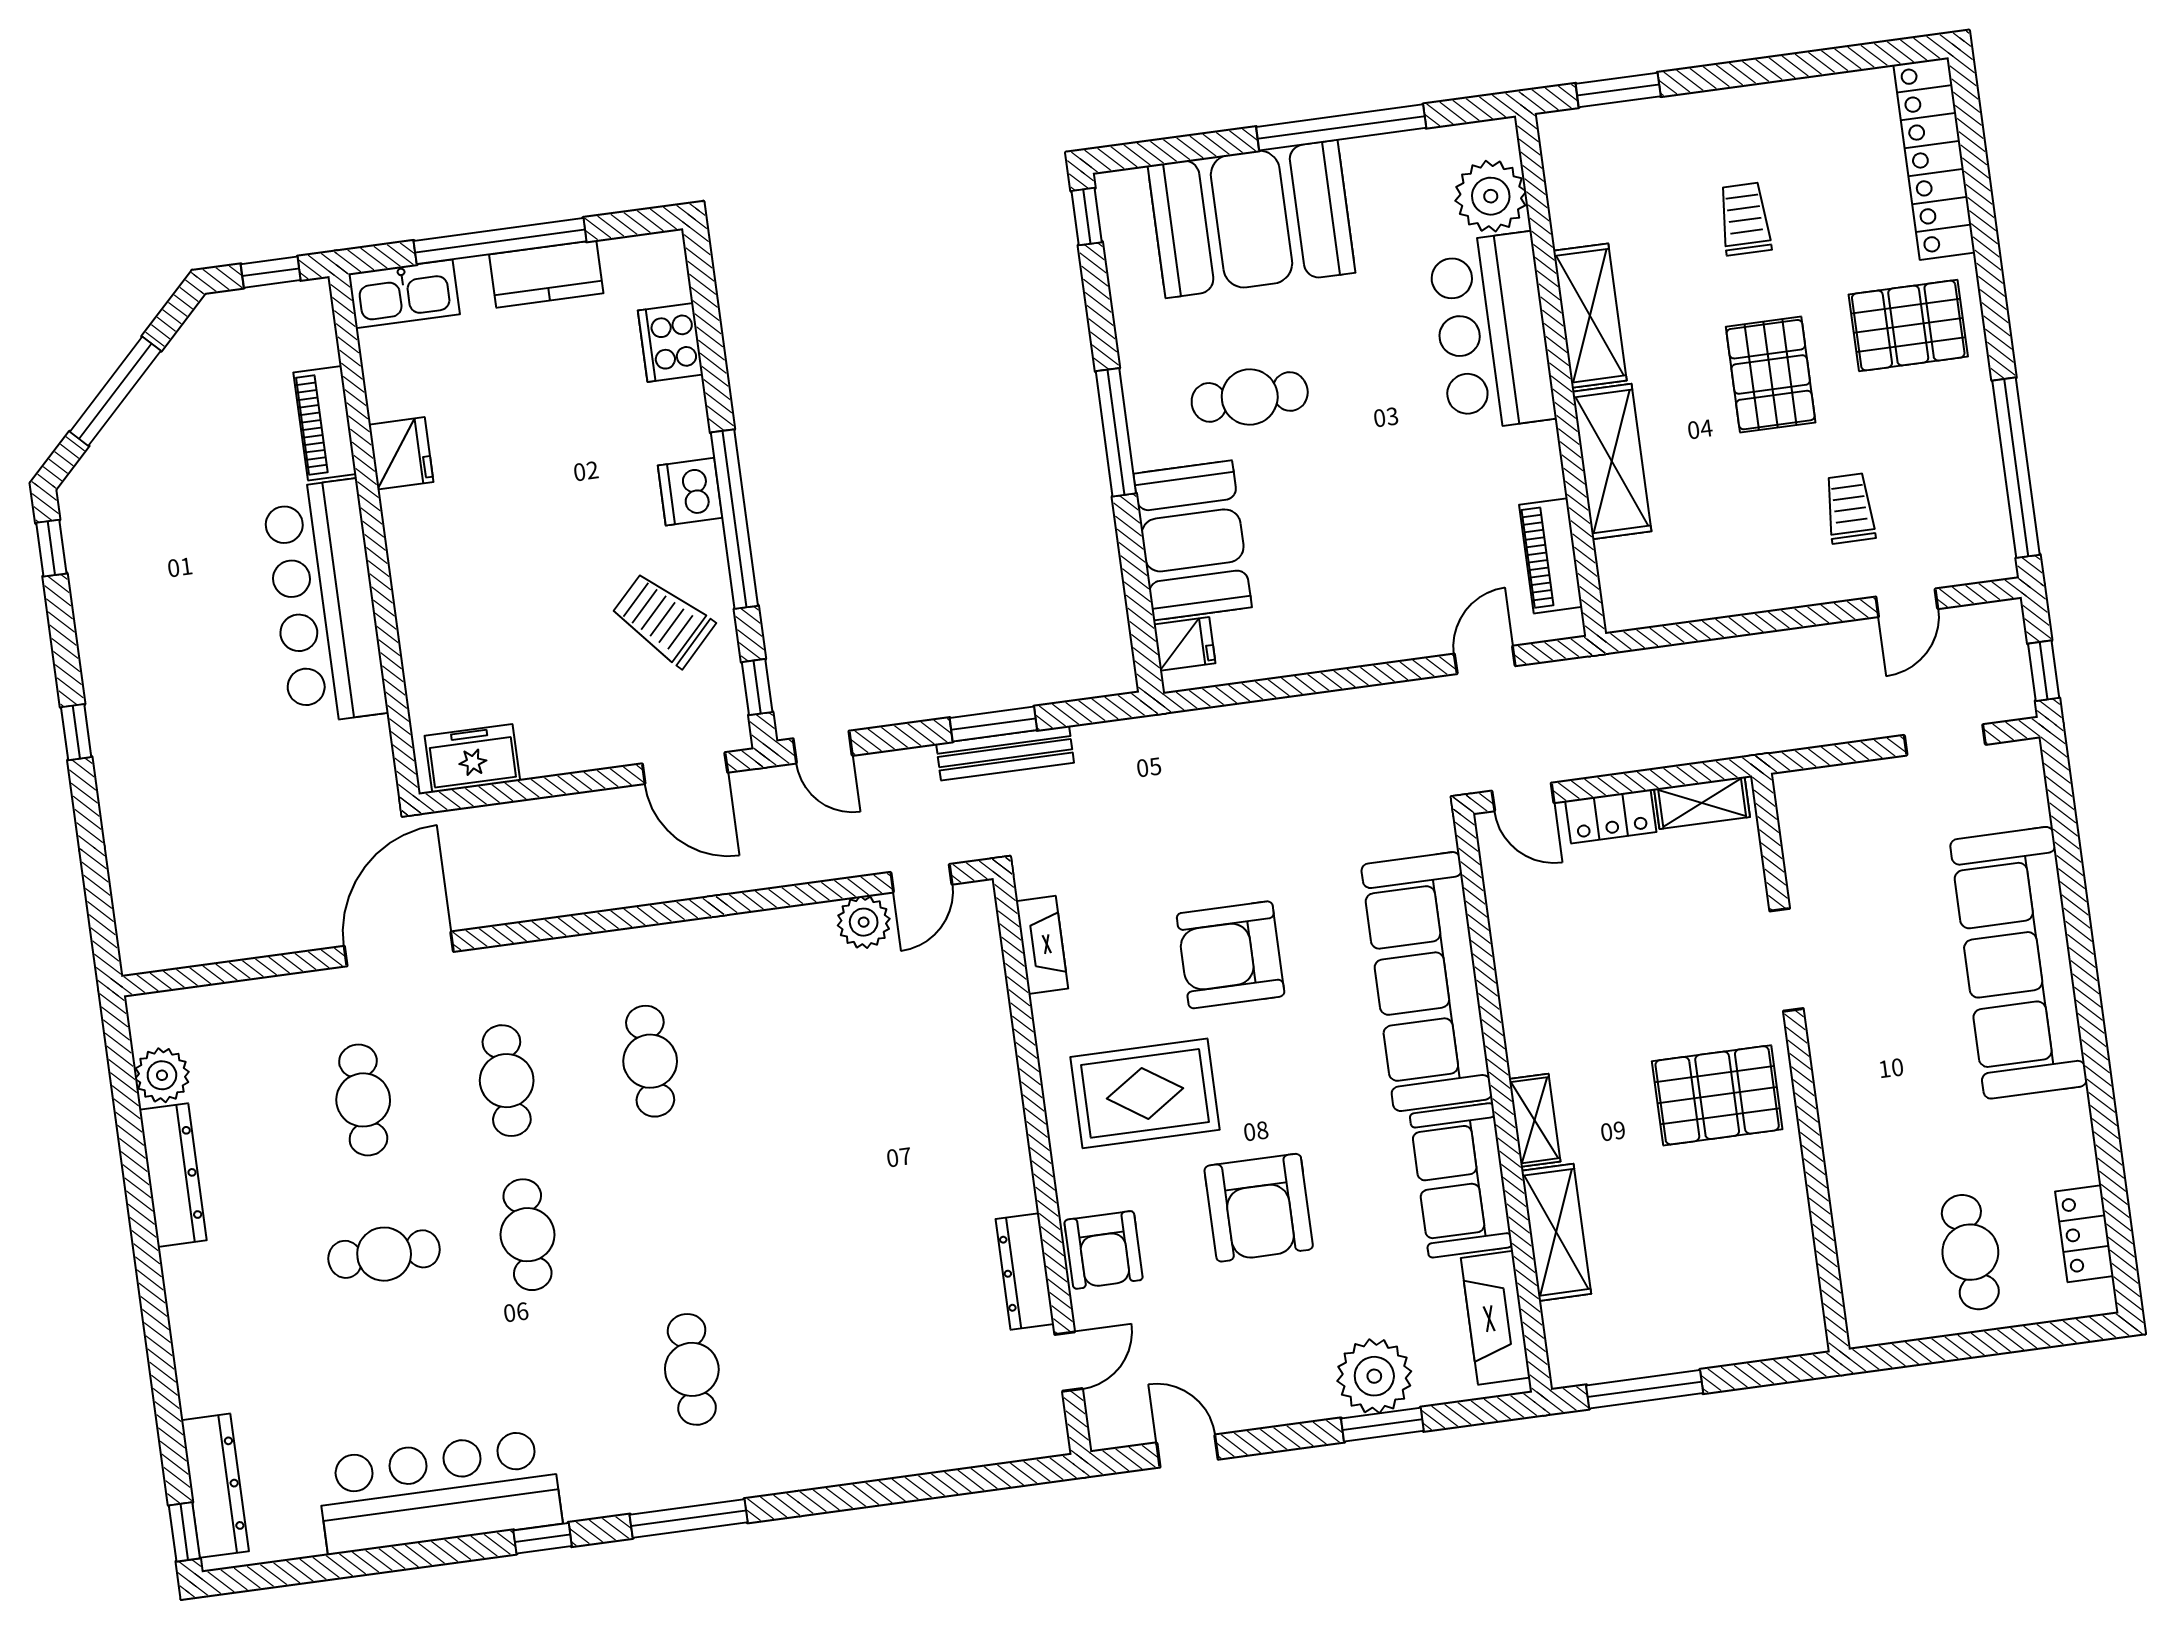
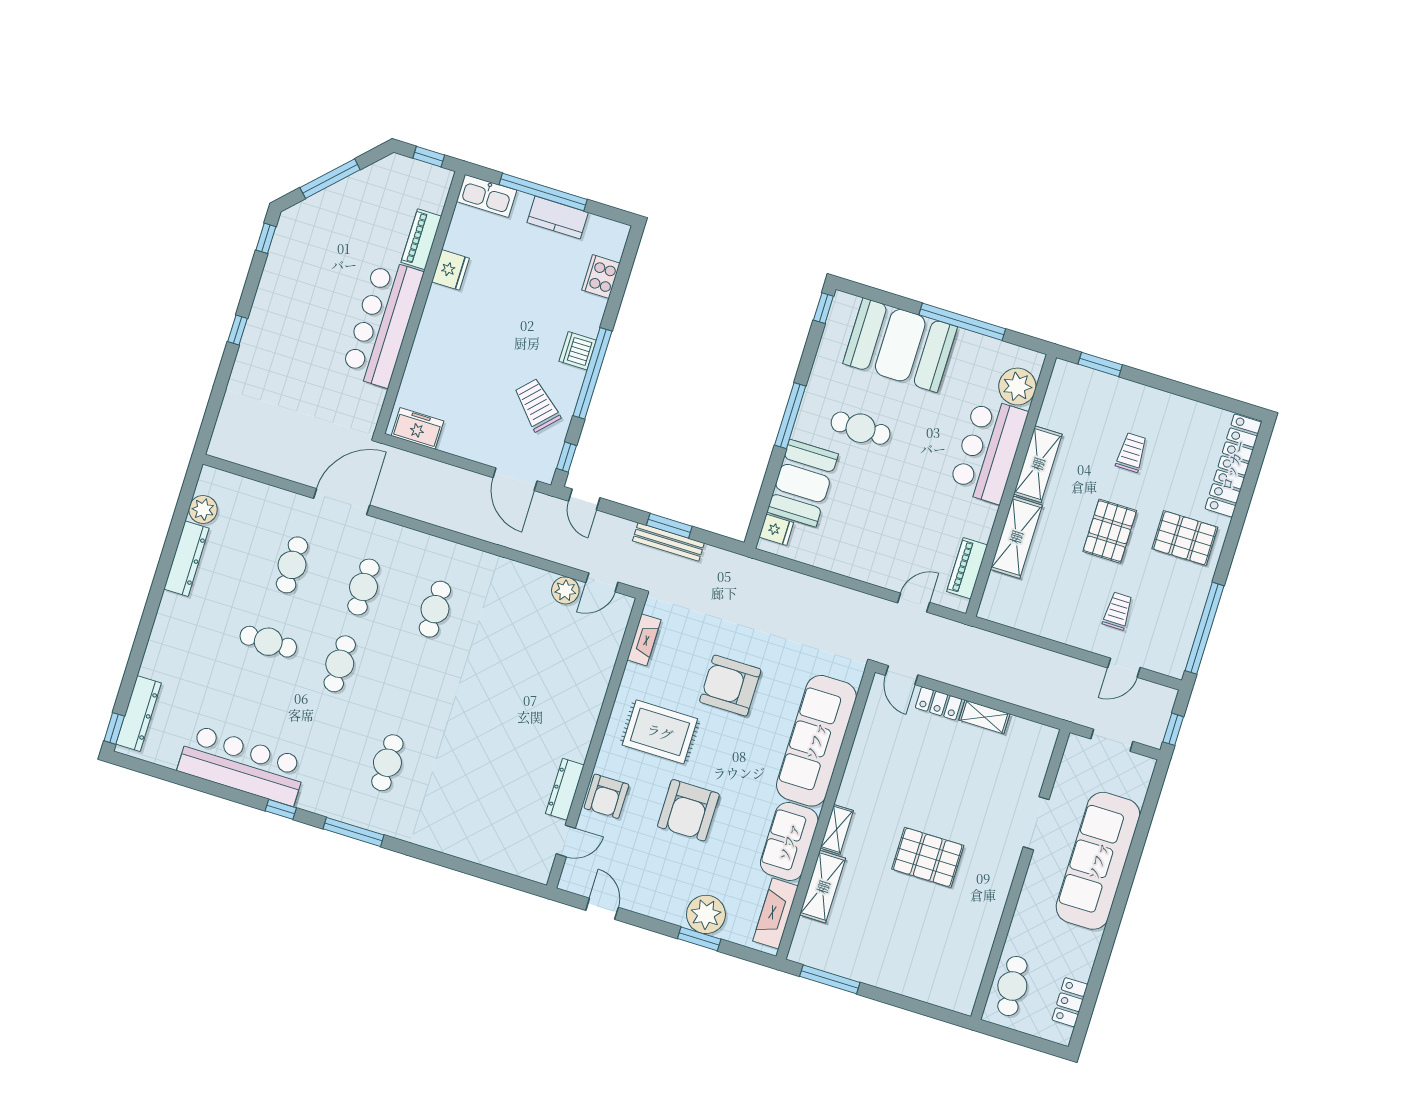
doorway: (1786, 960) -> (1036, 823), moved
wall: (1800, 1063) -> (1020, 874), moved

